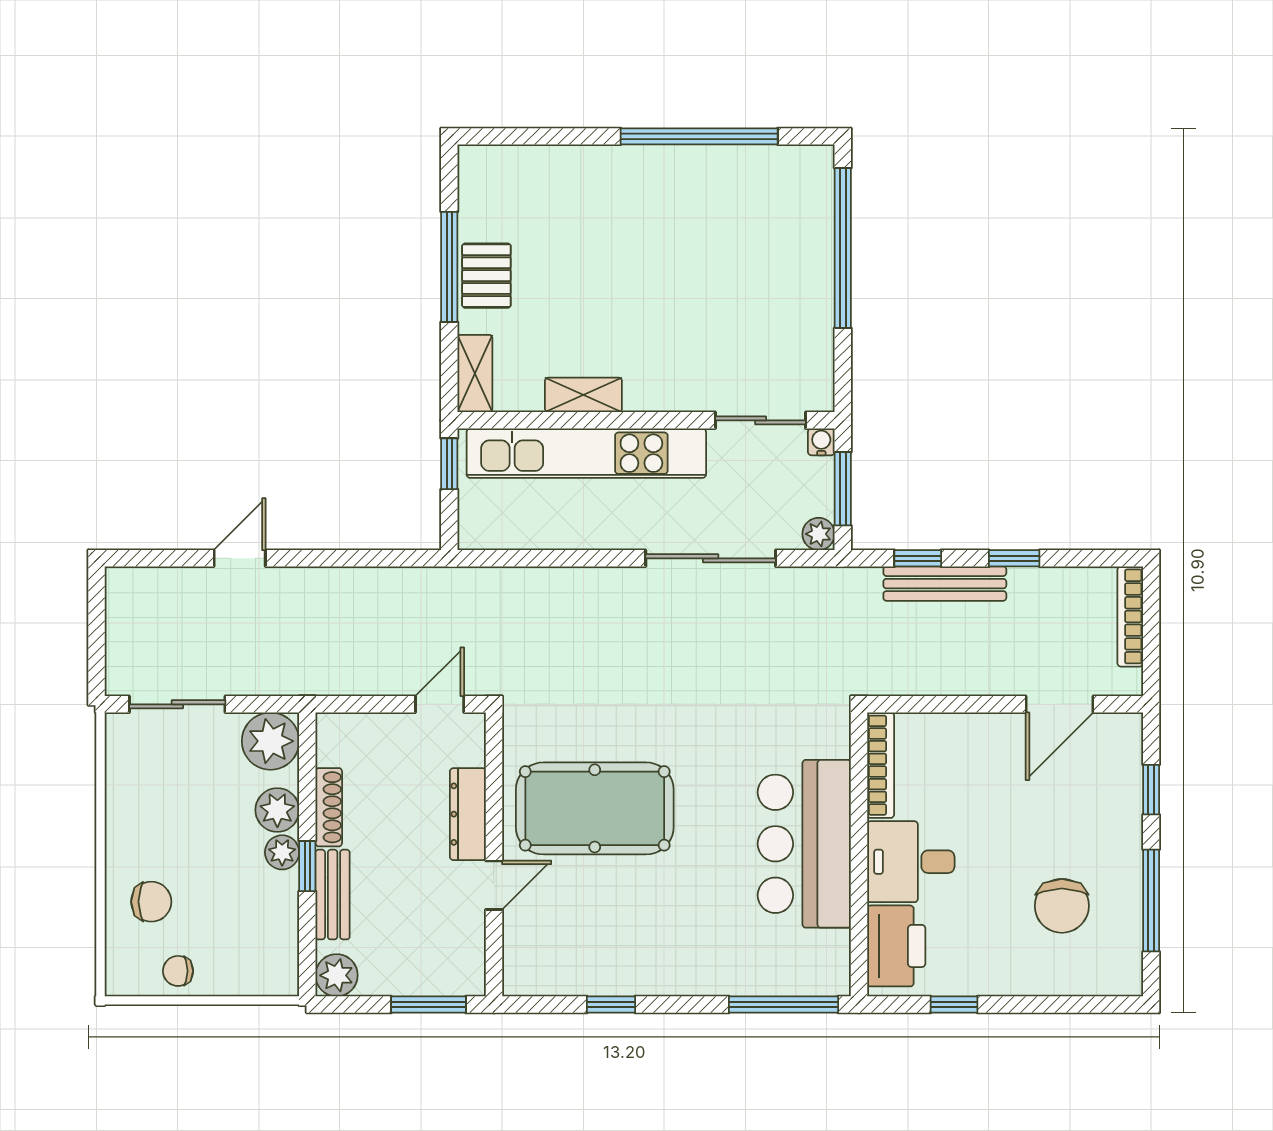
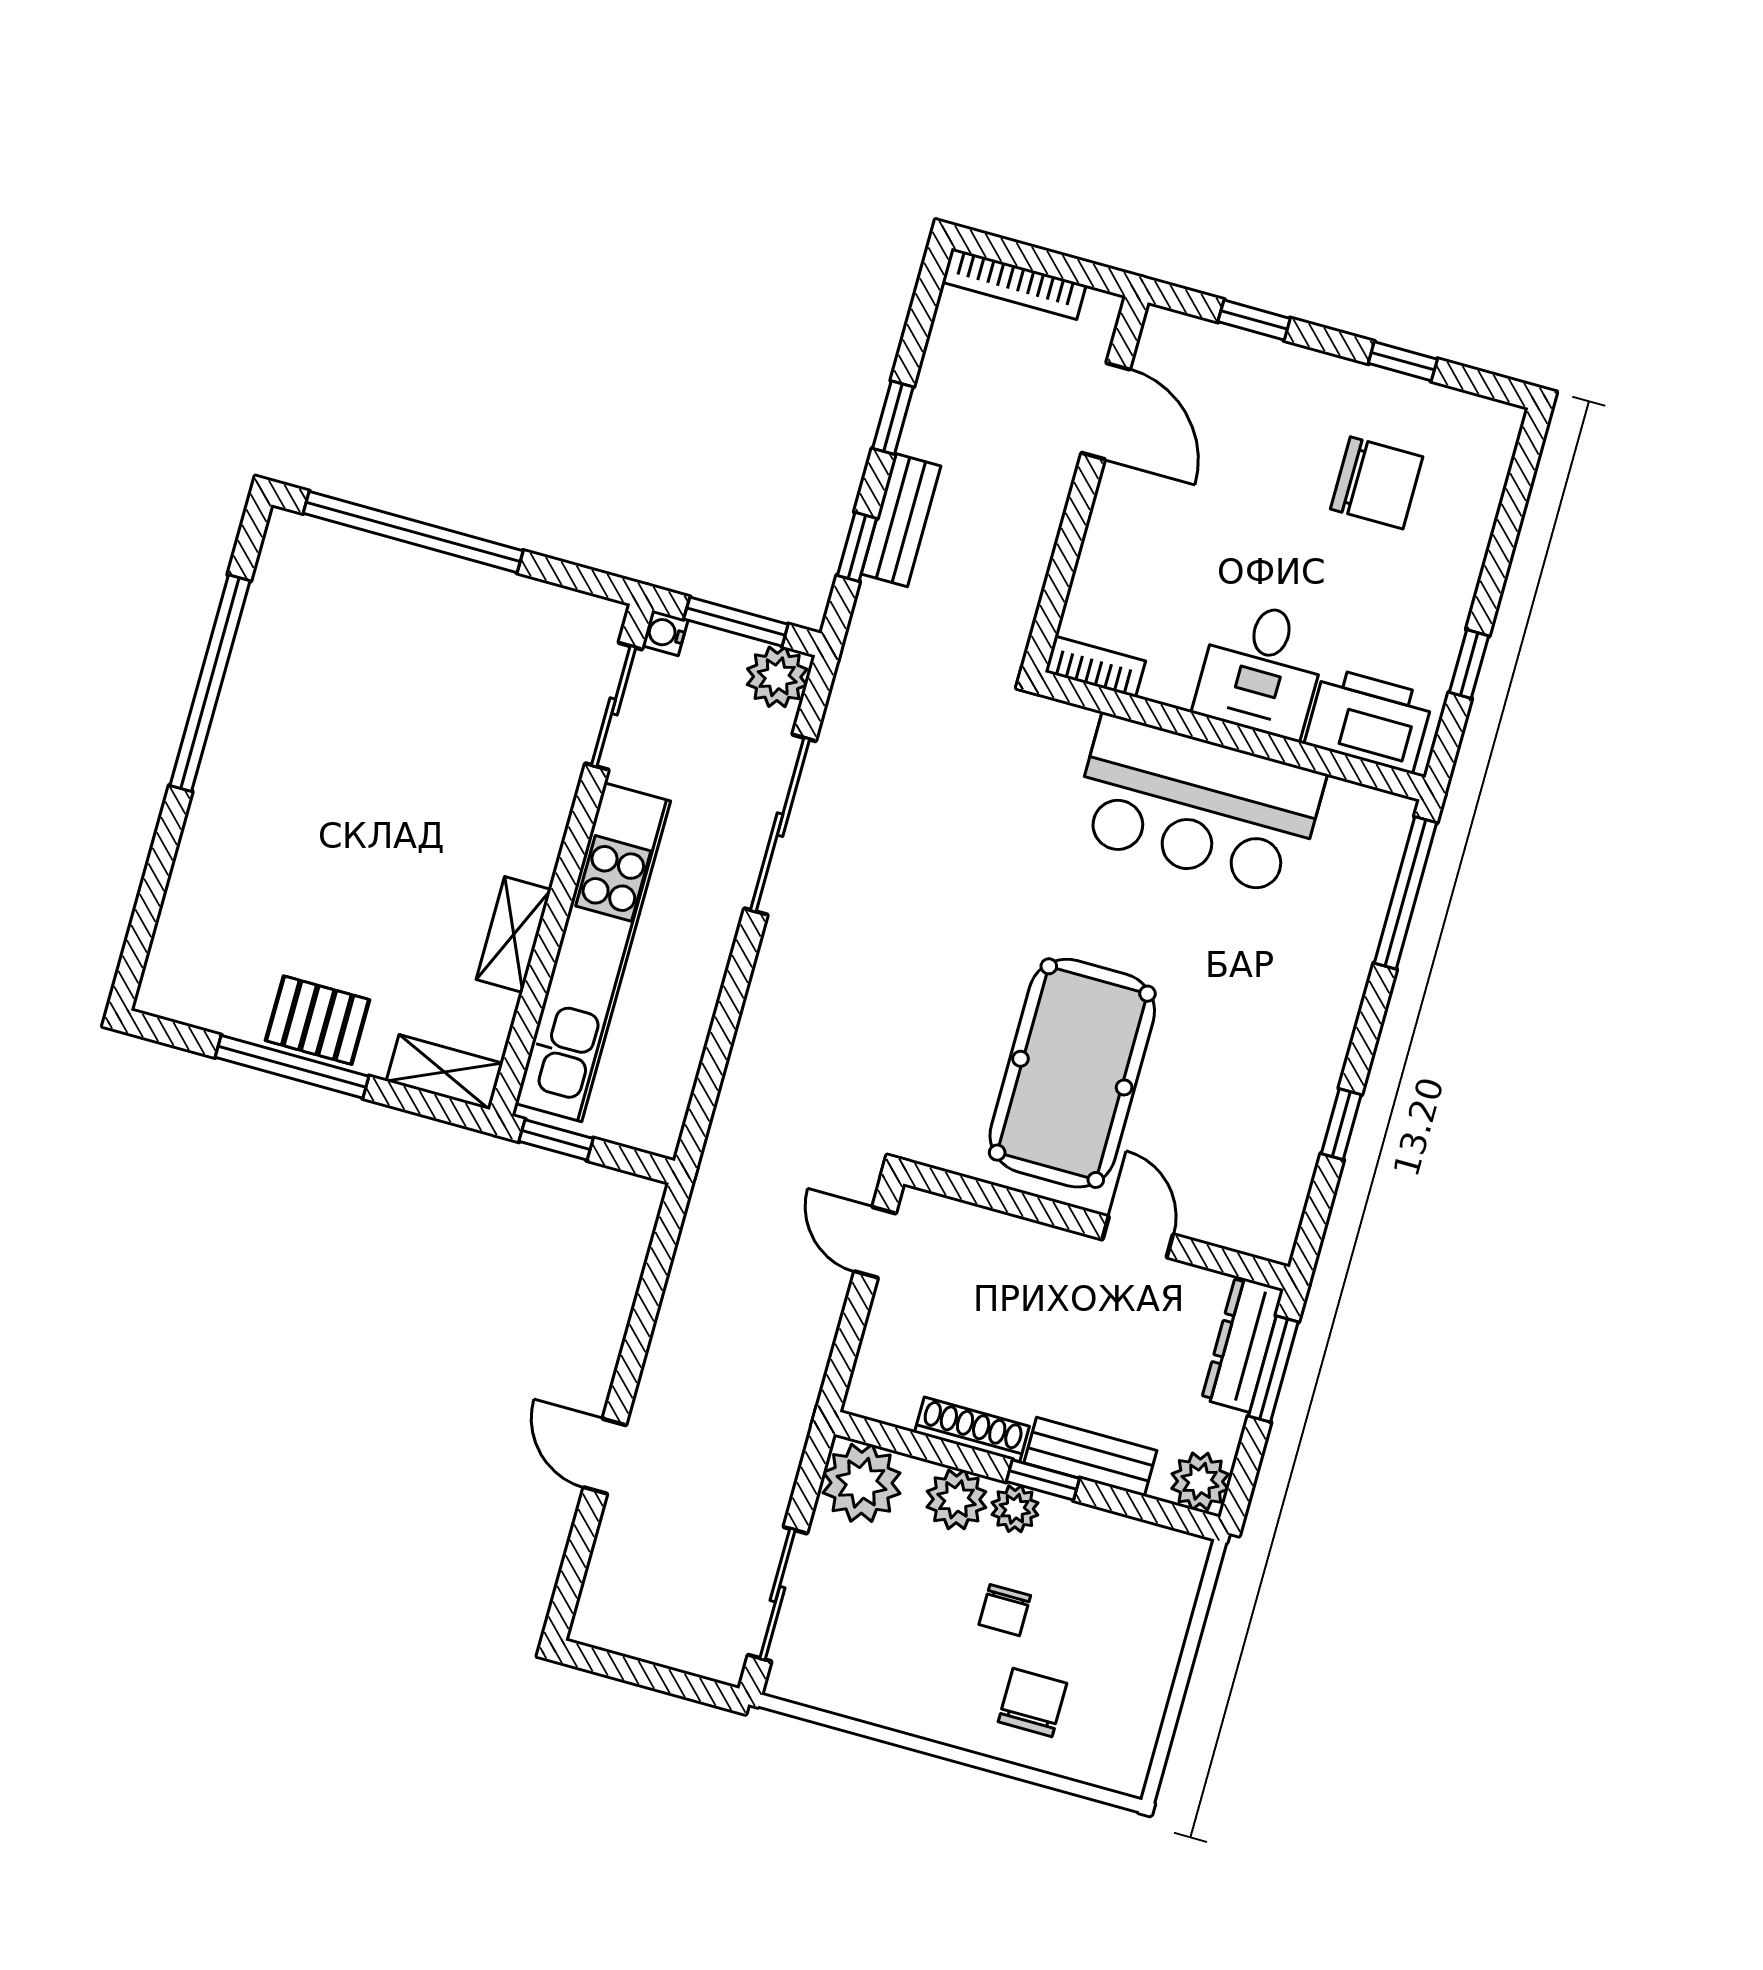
plant: (819, 534) -> (777, 677), width x1.38, depth x1.38
bench: (945, 584) -> (901, 520), width x0.73
bookcase: (881, 765) -> (1095, 667), width x0.64
dresser: (468, 814) -> (1243, 1344), moved, turned 90
window: (1151, 901) -> (1403, 361), width x0.46
chair: (178, 971) -> (1005, 1610), moved

